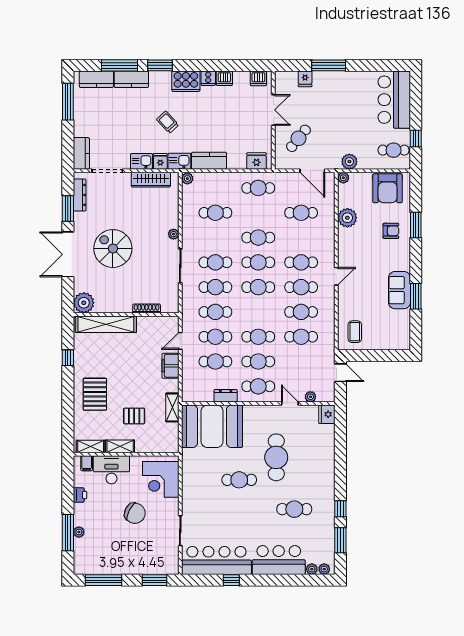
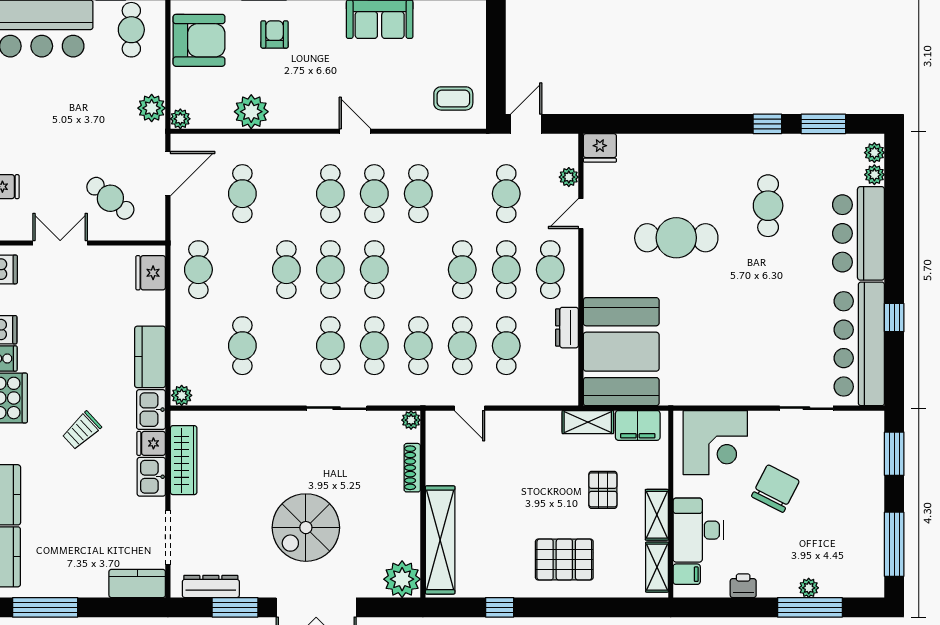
plant: (173, 234) -> (411, 420), moved
cafe table: (301, 337) -> (506, 194), moved
filing cabinet: (170, 366) -> (638, 425), moved
cafe table: (239, 480) -> (716, 303), removed

